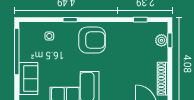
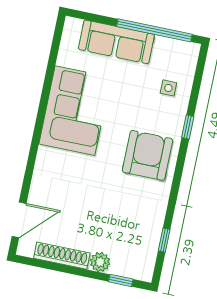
armchair: (92, 40) -> (148, 155), turned 180
plant: (161, 40) -> (100, 262), moved
sofa: (28, 79) -> (116, 42), width x1.36

